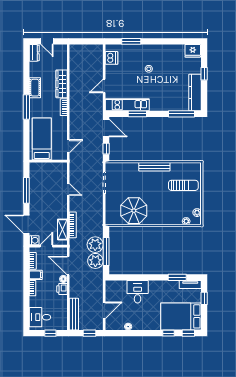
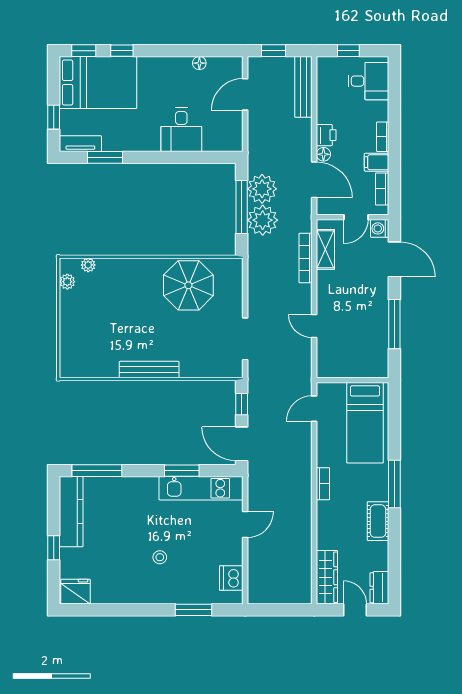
wardrobe: (62, 84) -> (327, 577), moved
sun lounger: (183, 185) -> (94, 334), removed

